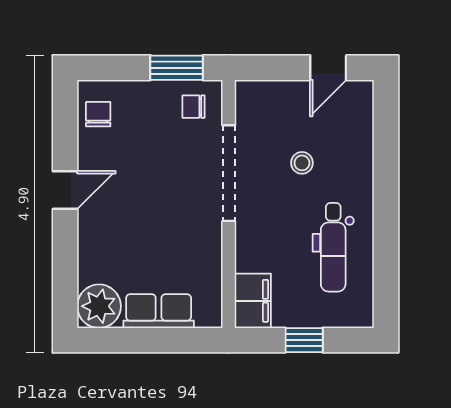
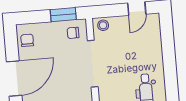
stool: (302, 163) -> (103, 25), moved
door: (65, 190) -> (14, 78), width x1.88

